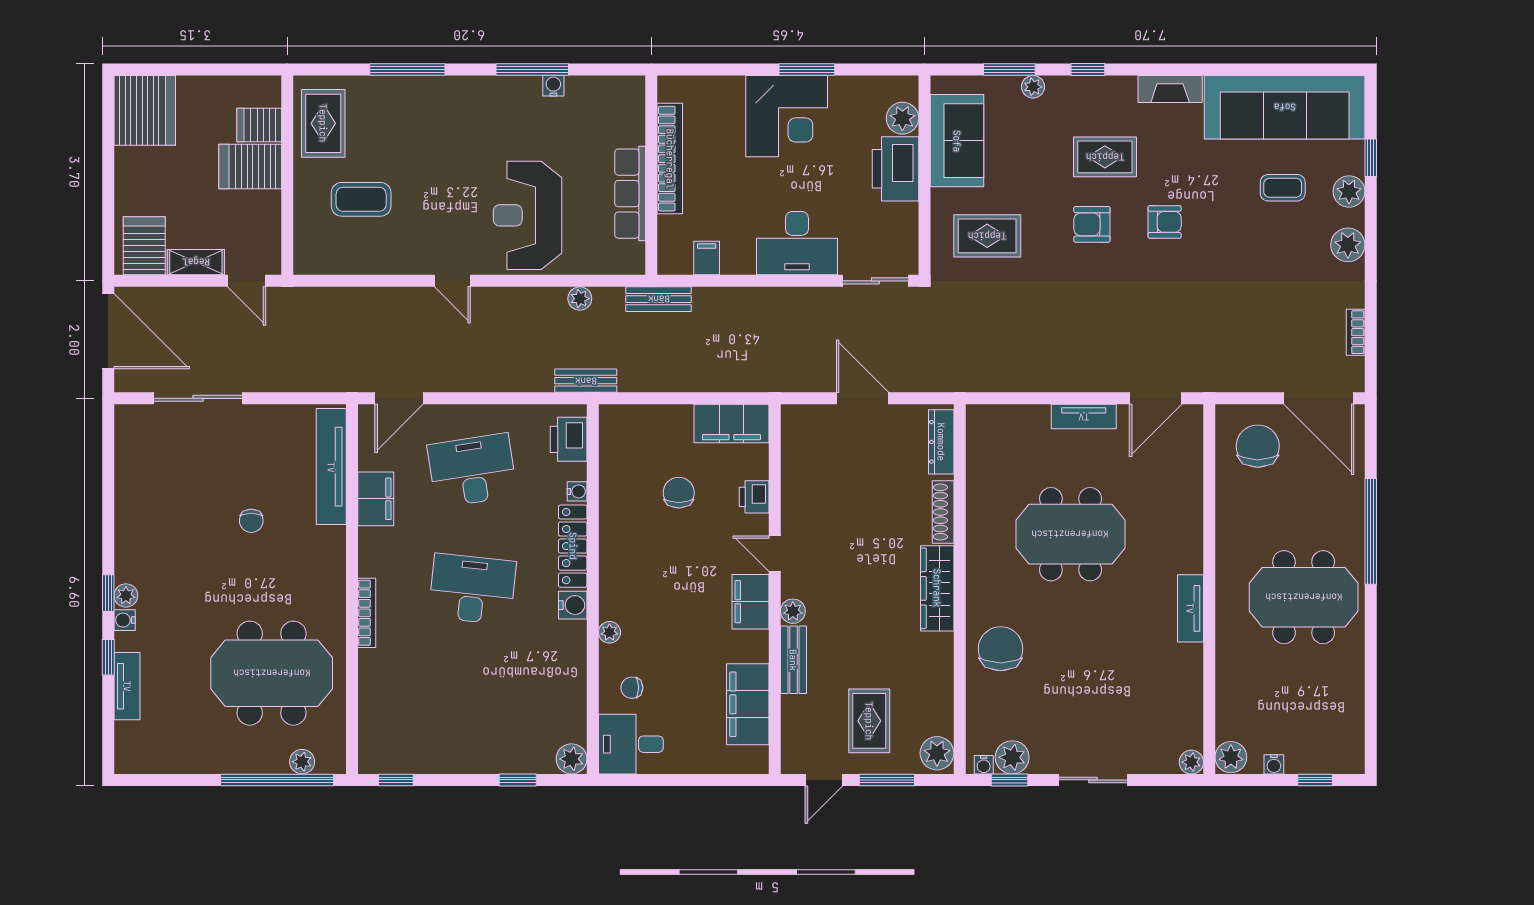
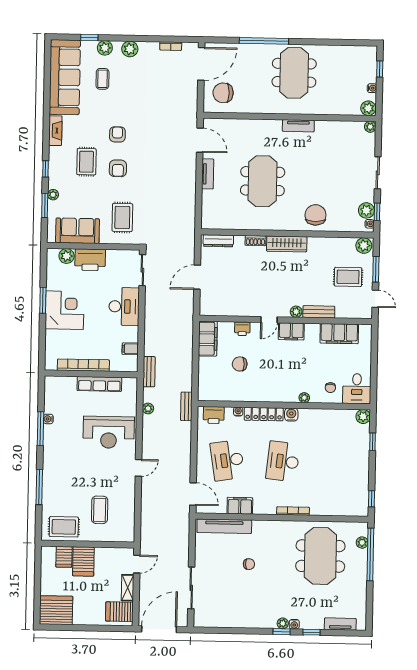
shoe rack: (943, 512) -> (255, 241), width x0.70
chair: (1001, 649) -> (315, 215), turned 90
tv unit: (127, 686) -> (340, 624), moved

